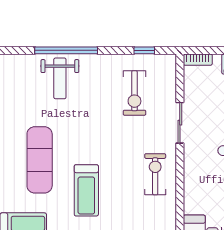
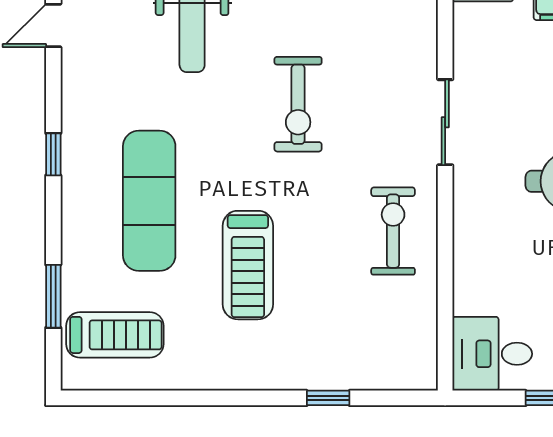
exercise bike: (134, 93) -> (298, 104), moved

